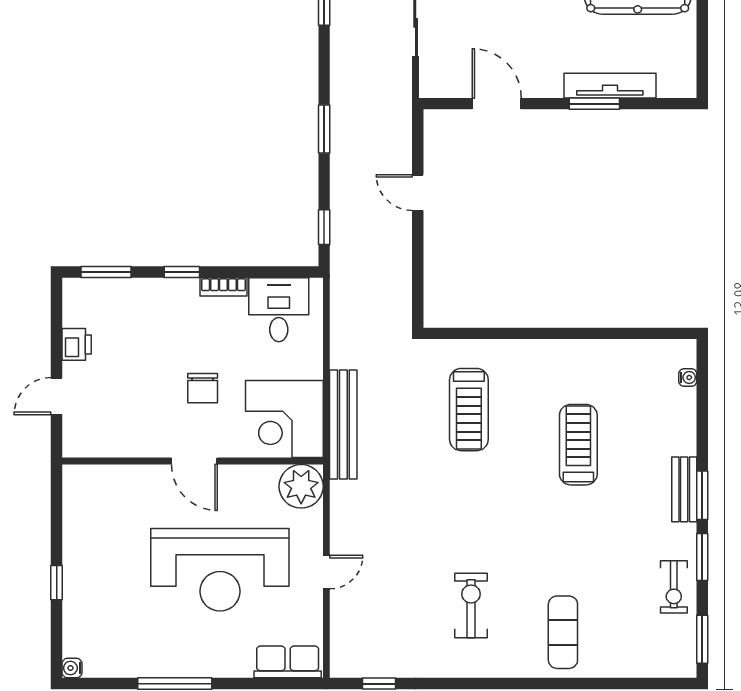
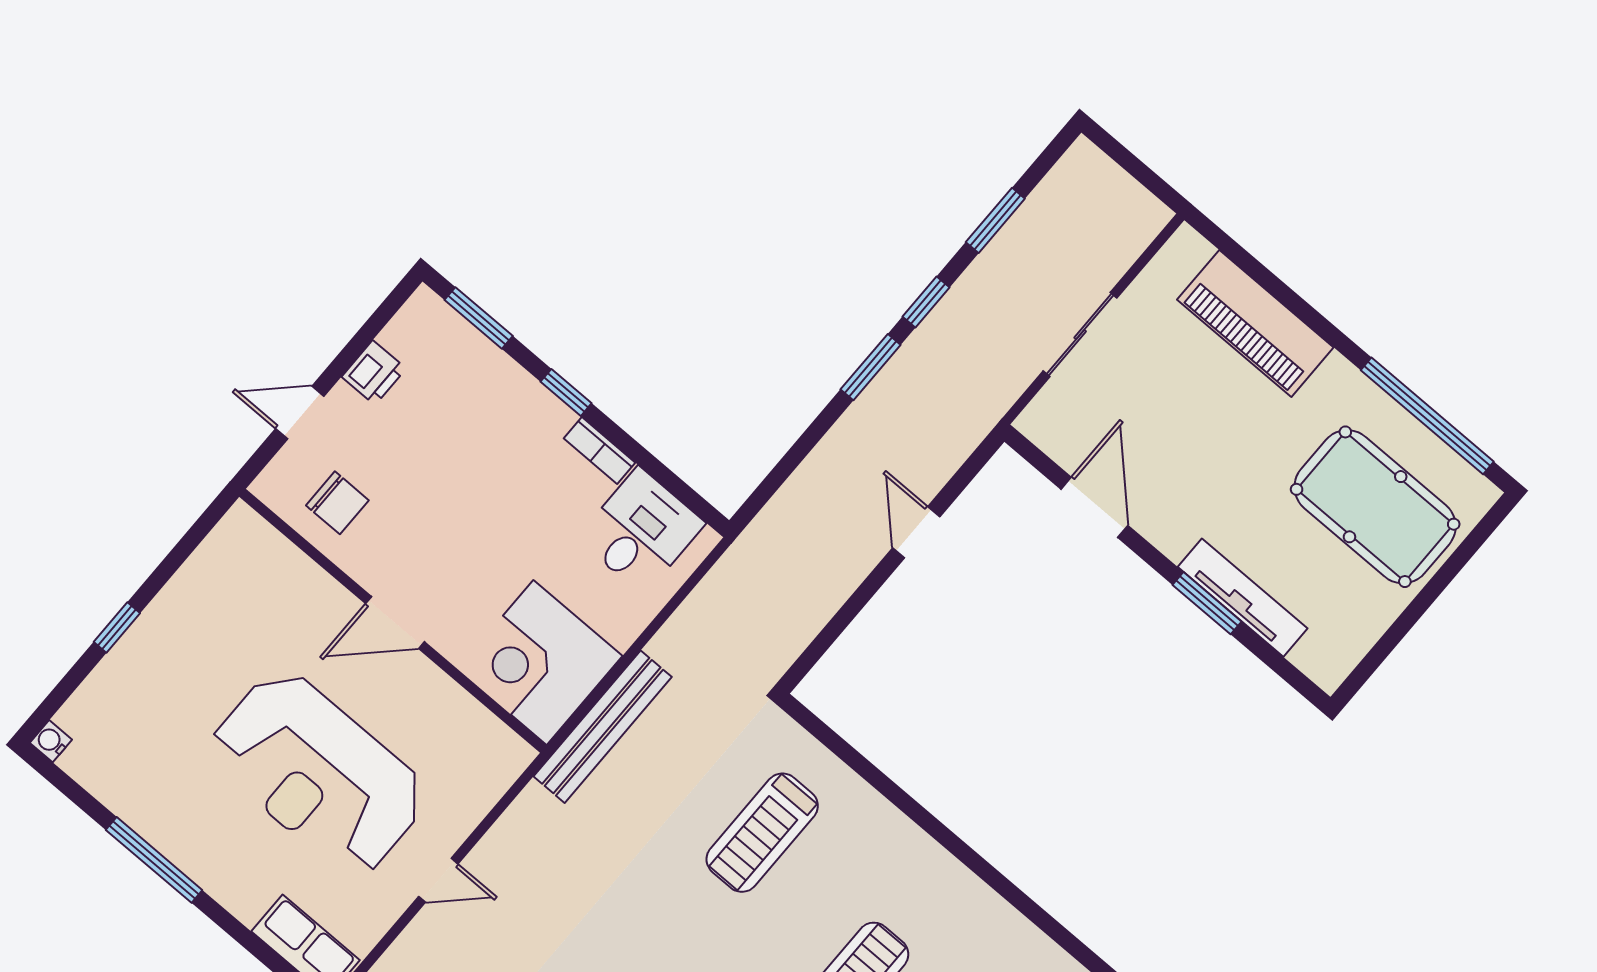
window: (324, 227) -> (926, 302), moved
chair: (203, 388) -> (337, 503), moved, turned -90
door: (194, 461) -> (395, 623), hinge flipped
plant: (301, 486) -> (493, 757), removed

